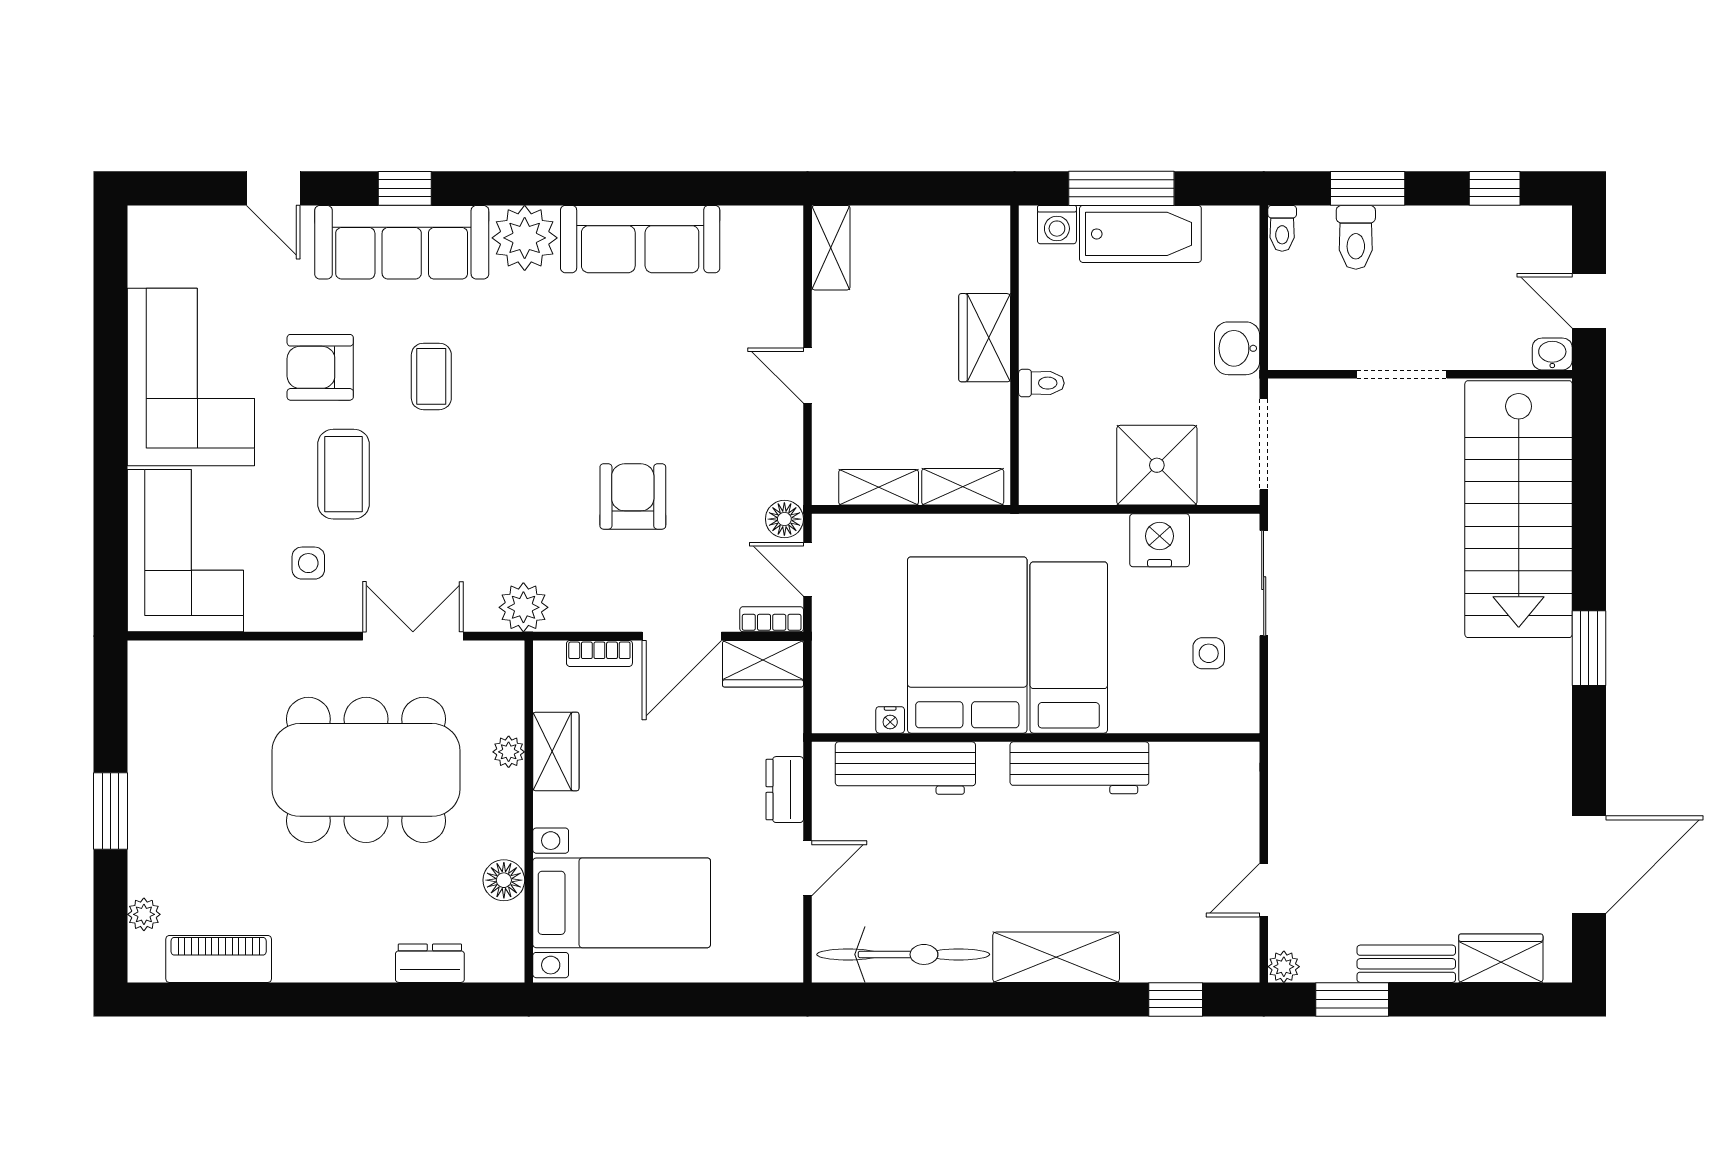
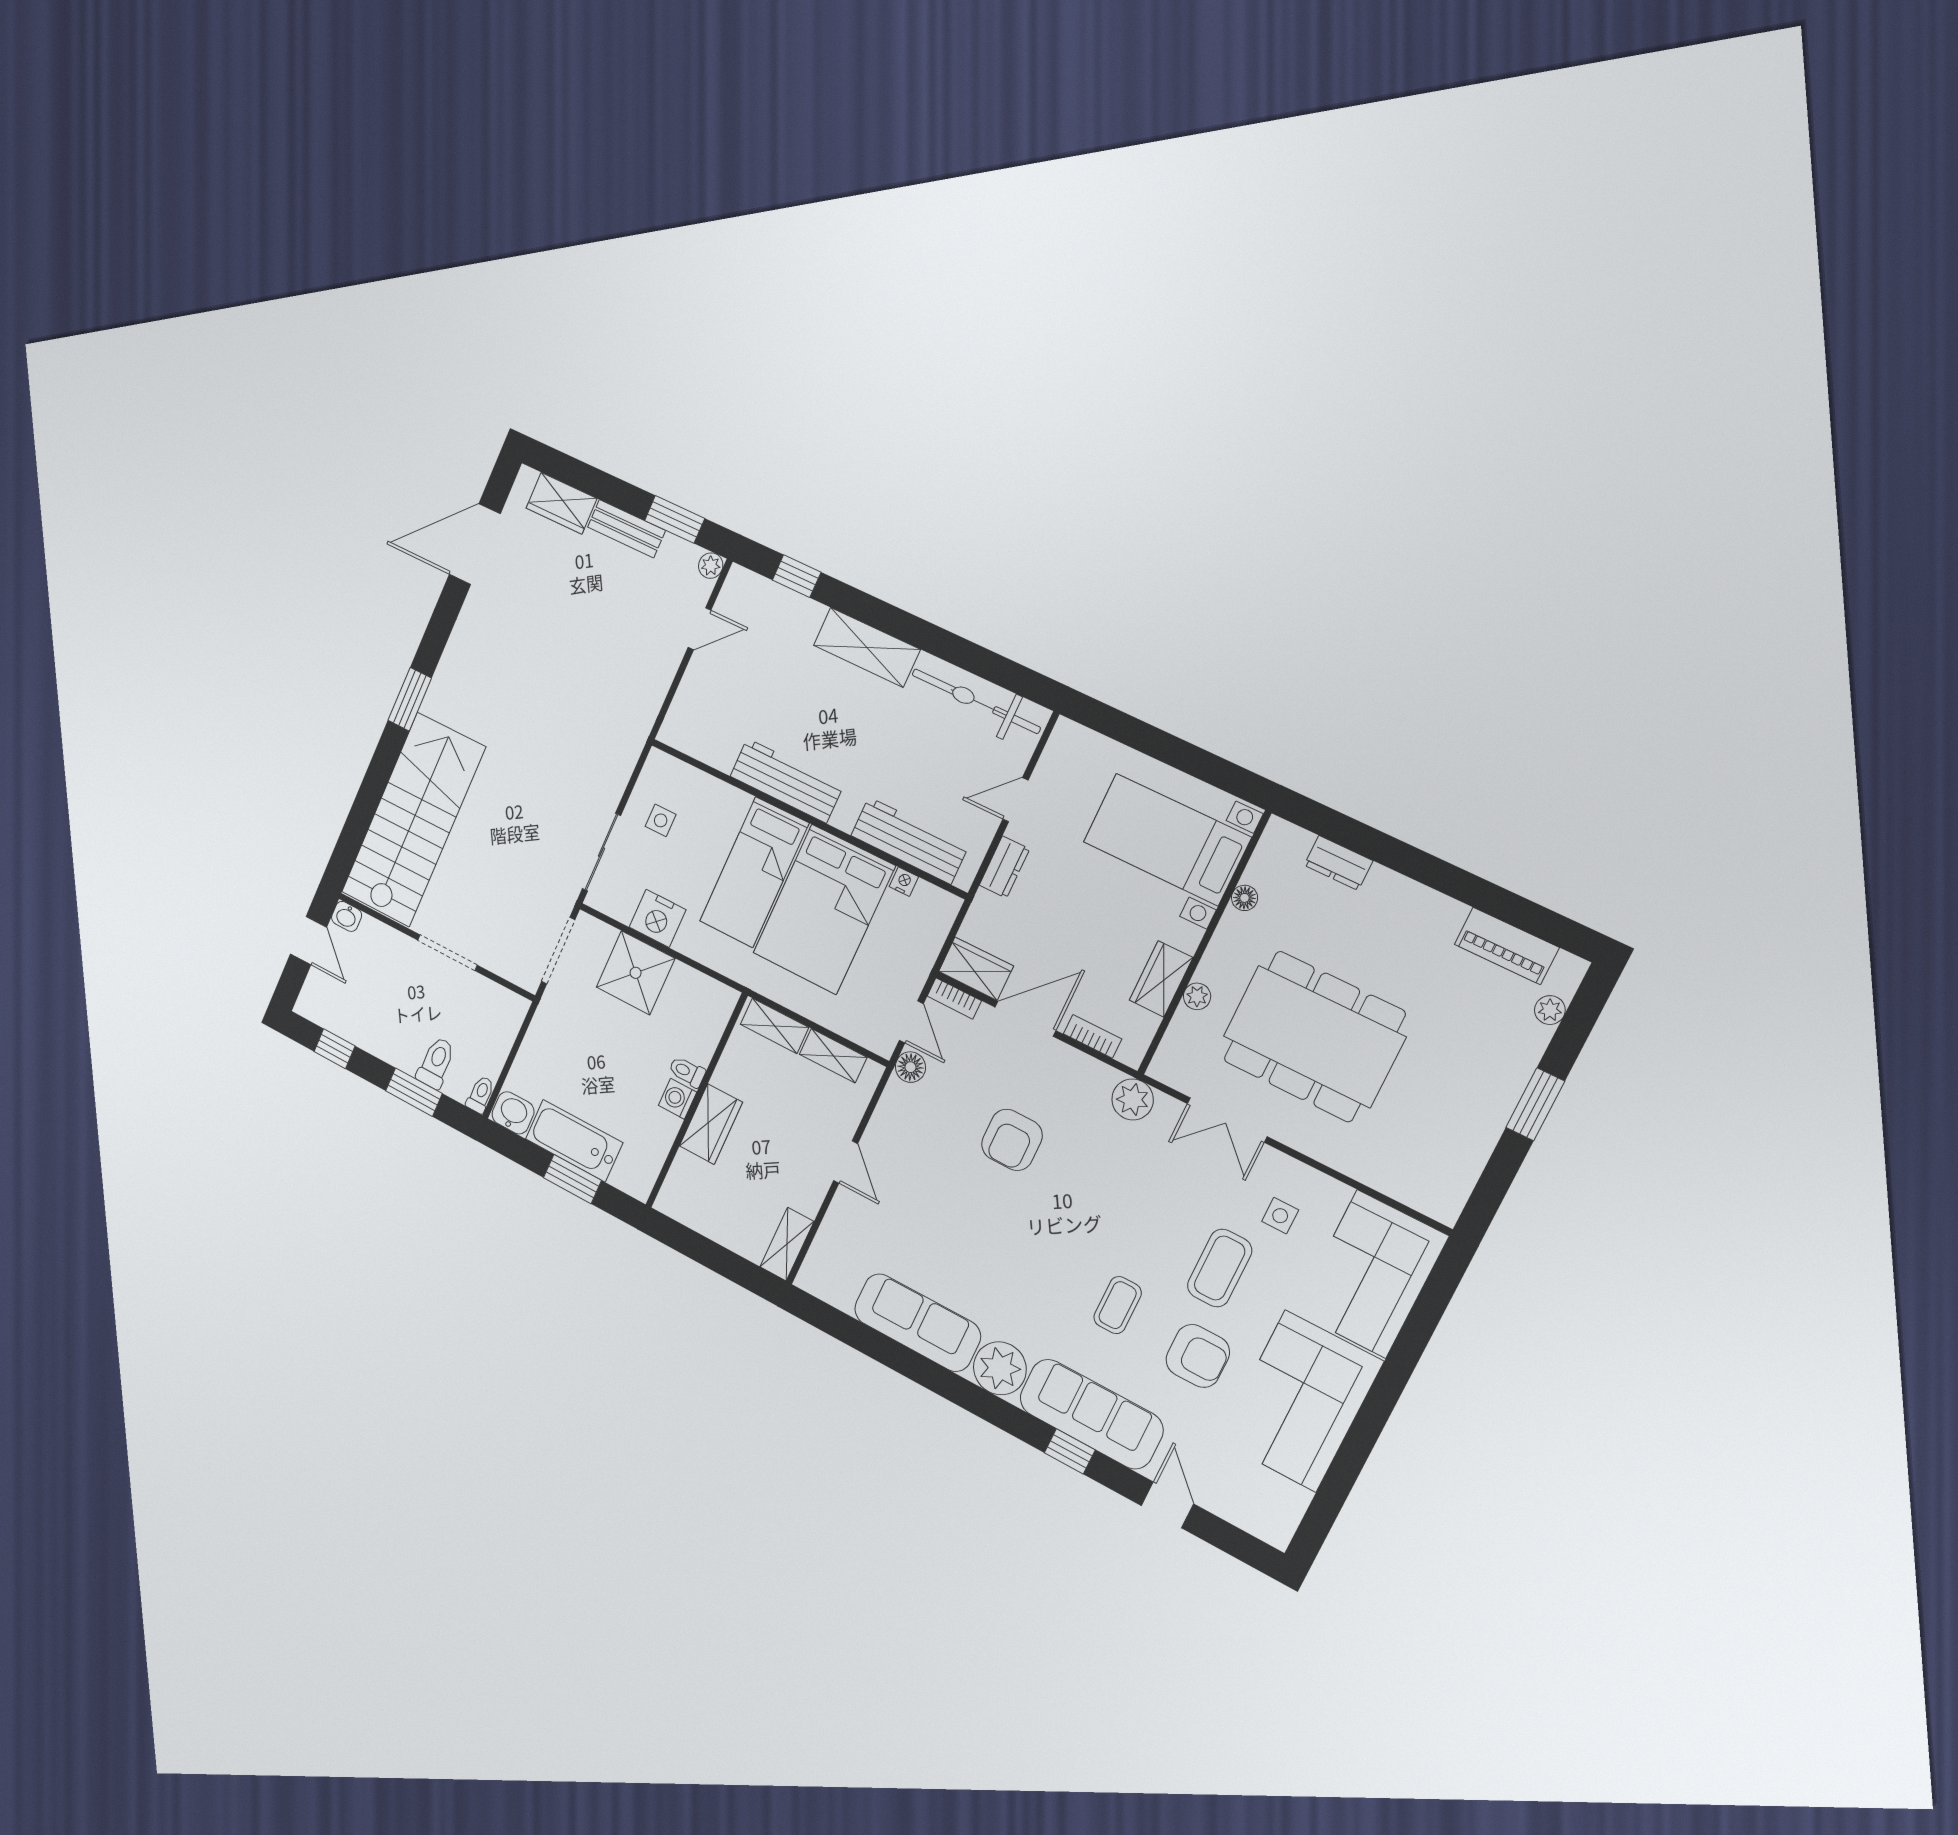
window: (1121, 188) -> (572, 1179), width x0.69
washing machine: (1057, 225) -> (678, 1099), moved, turned -90
washbasin: (1237, 348) -> (513, 1113), moved, turned -90
floor lamp: (504, 880) -> (1245, 898), width x0.73, depth x0.73

